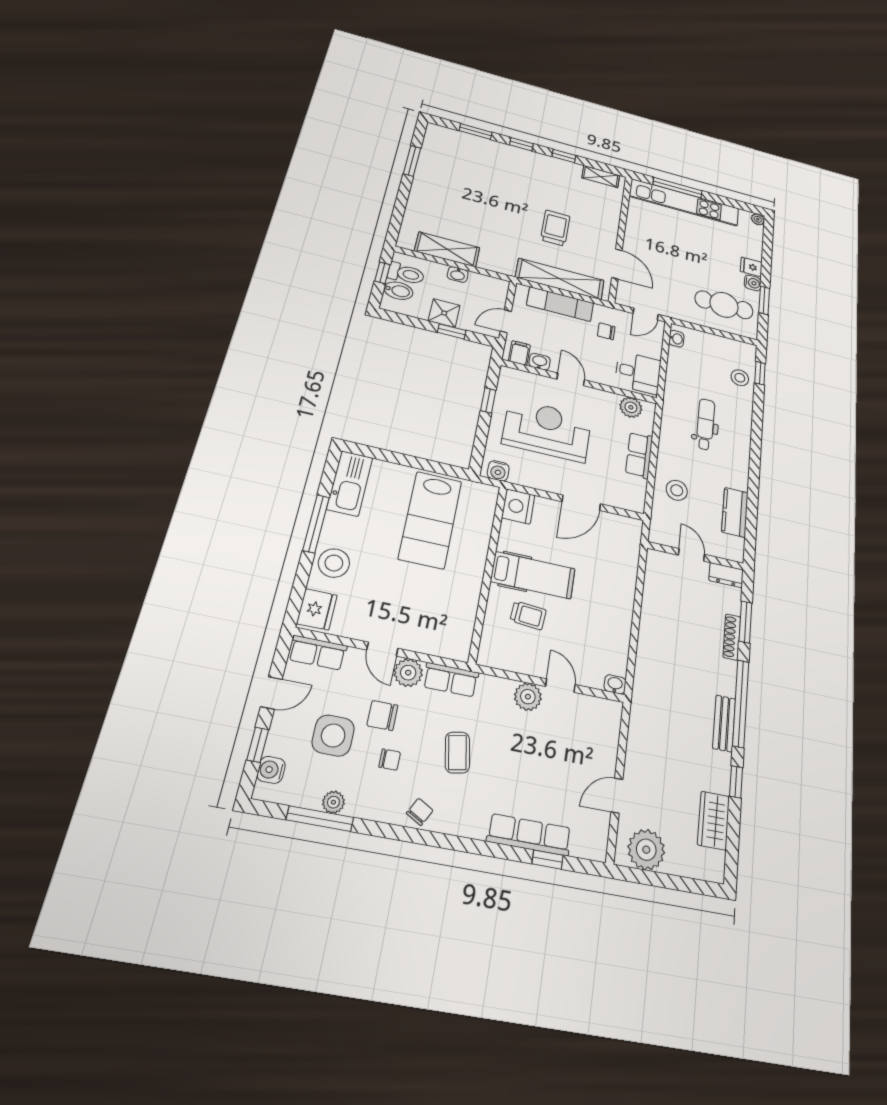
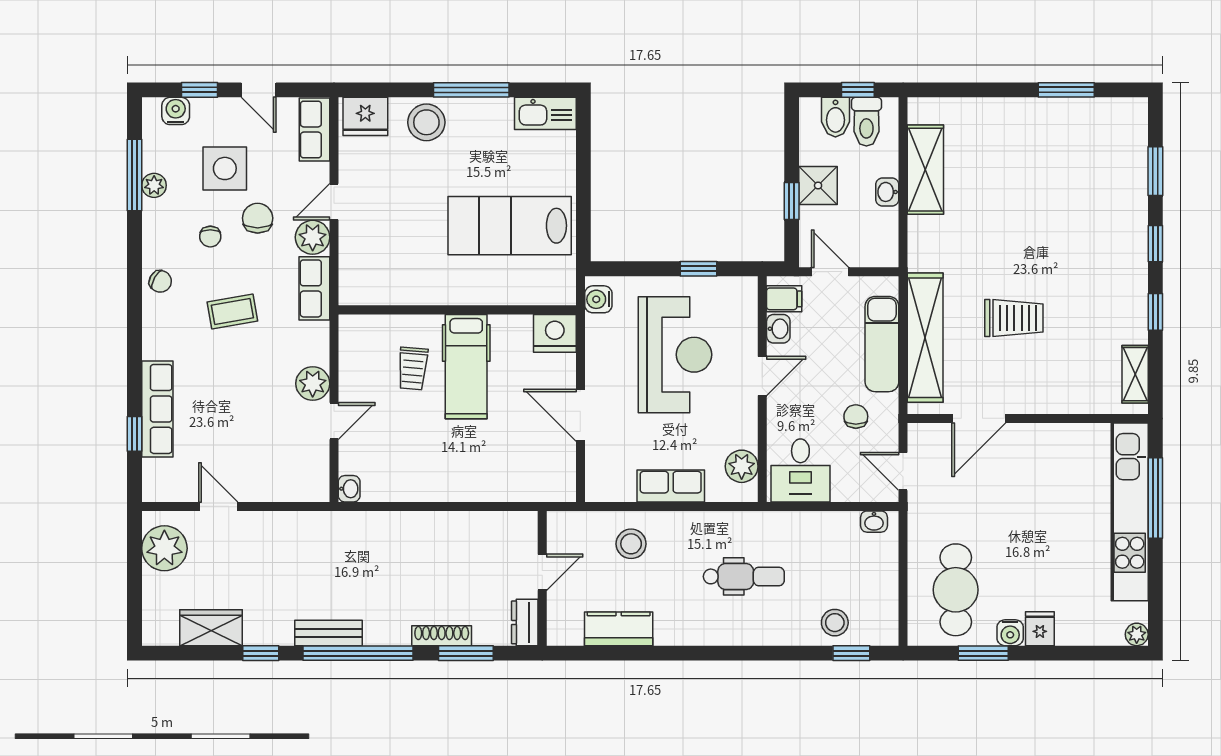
kitchen sink: (350, 483) -> (545, 113), width x0.73, depth x0.81

